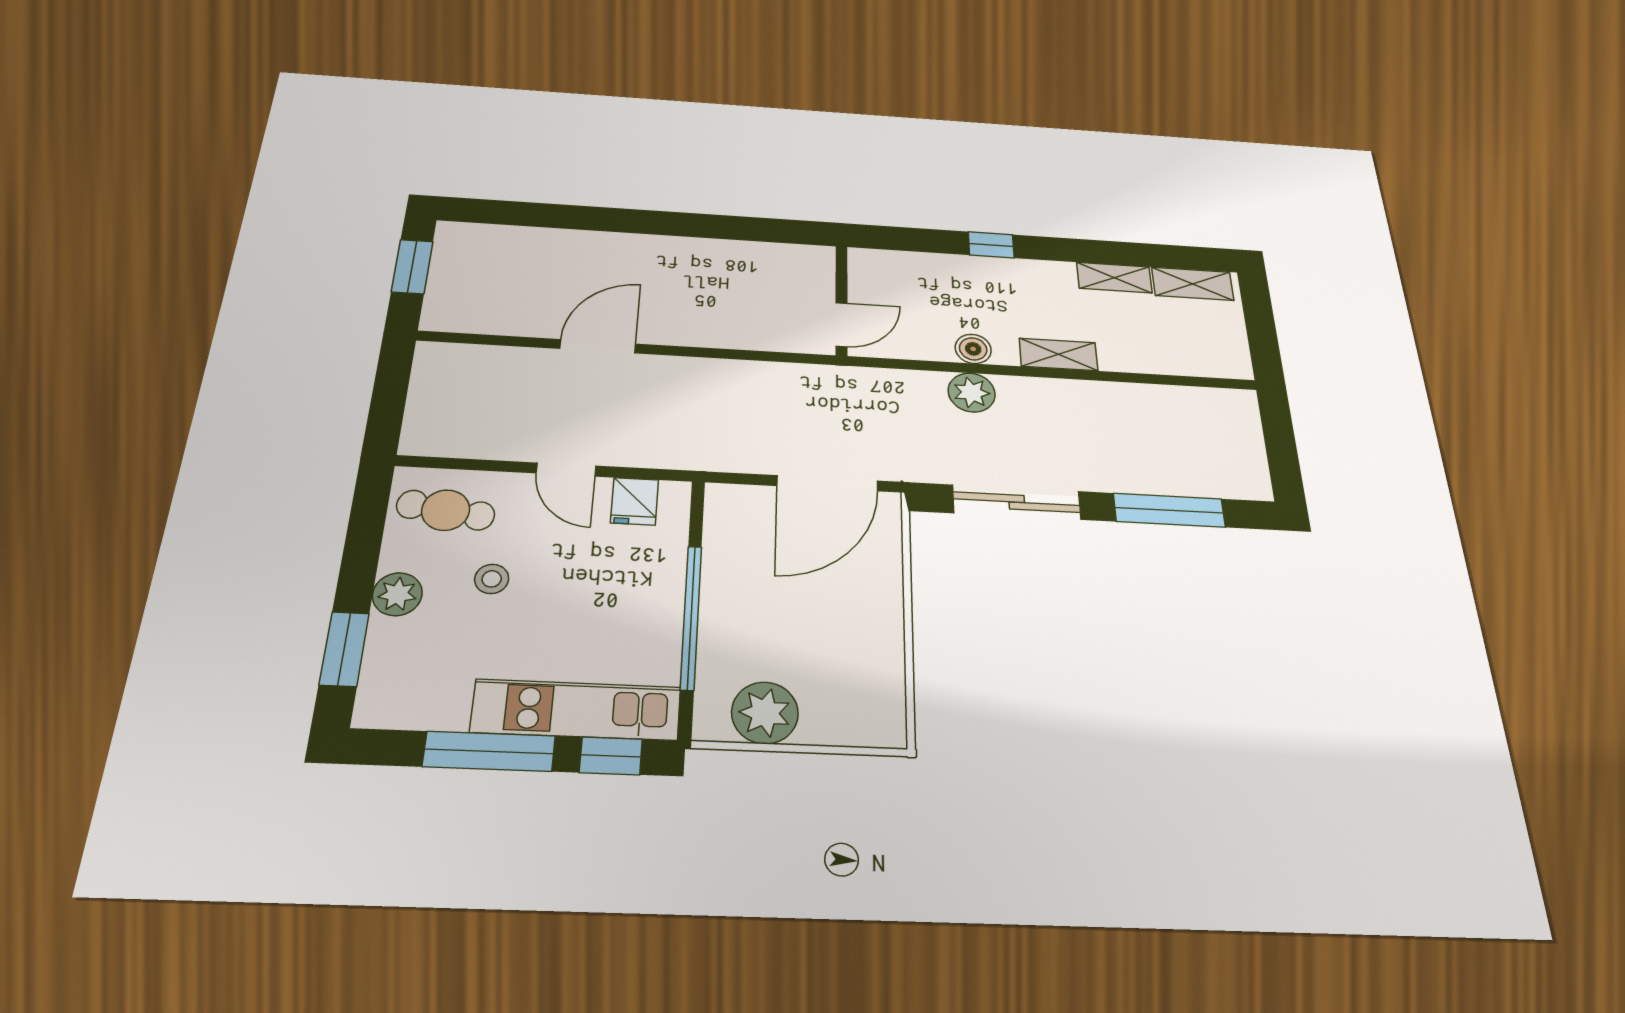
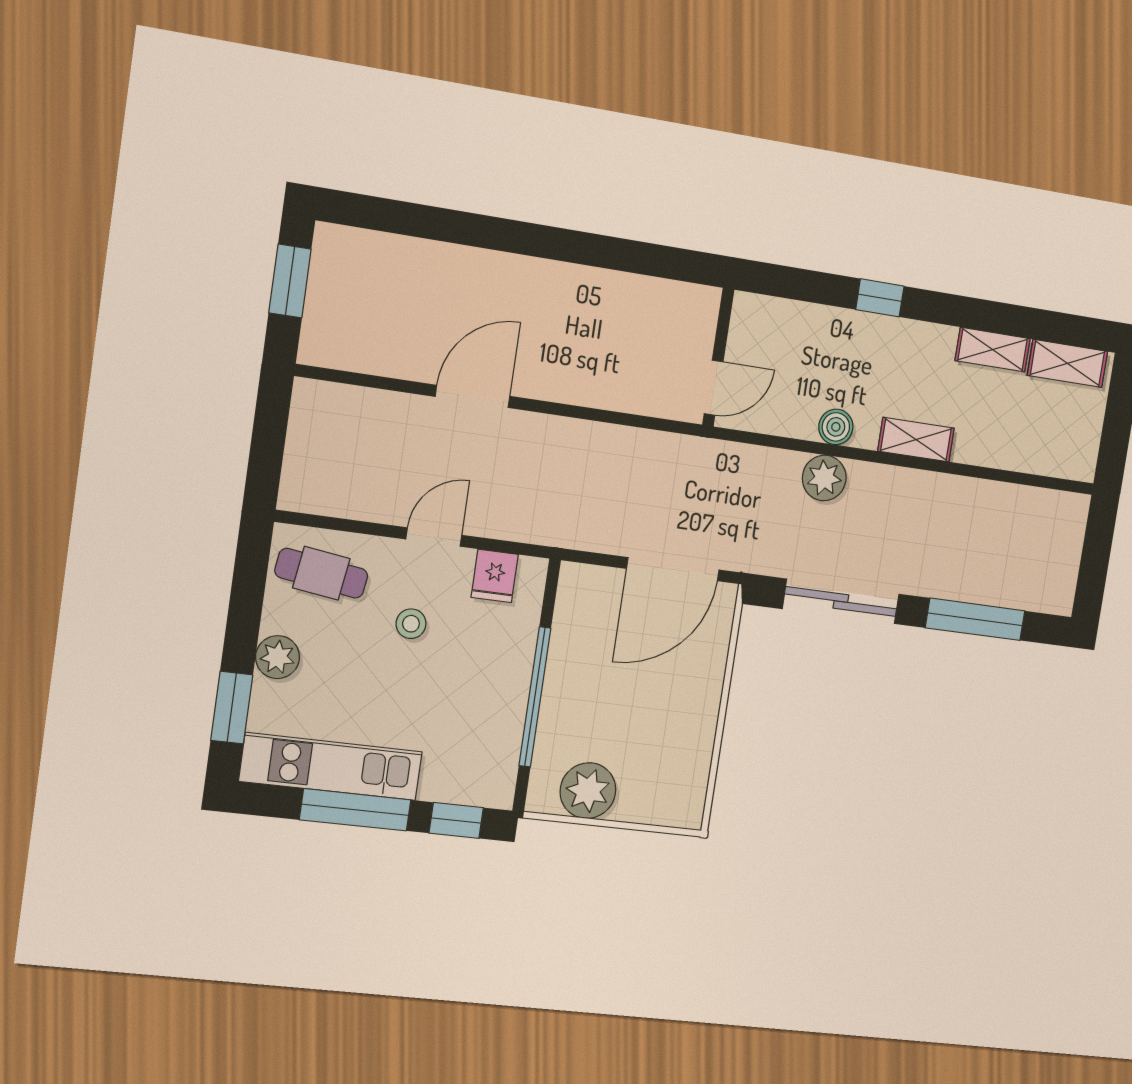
door: (566, 470) -> (434, 537), swing flipped
stool: (492, 579) -> (411, 624), moved
kitchen unit: (576, 710) -> (331, 767), moved

